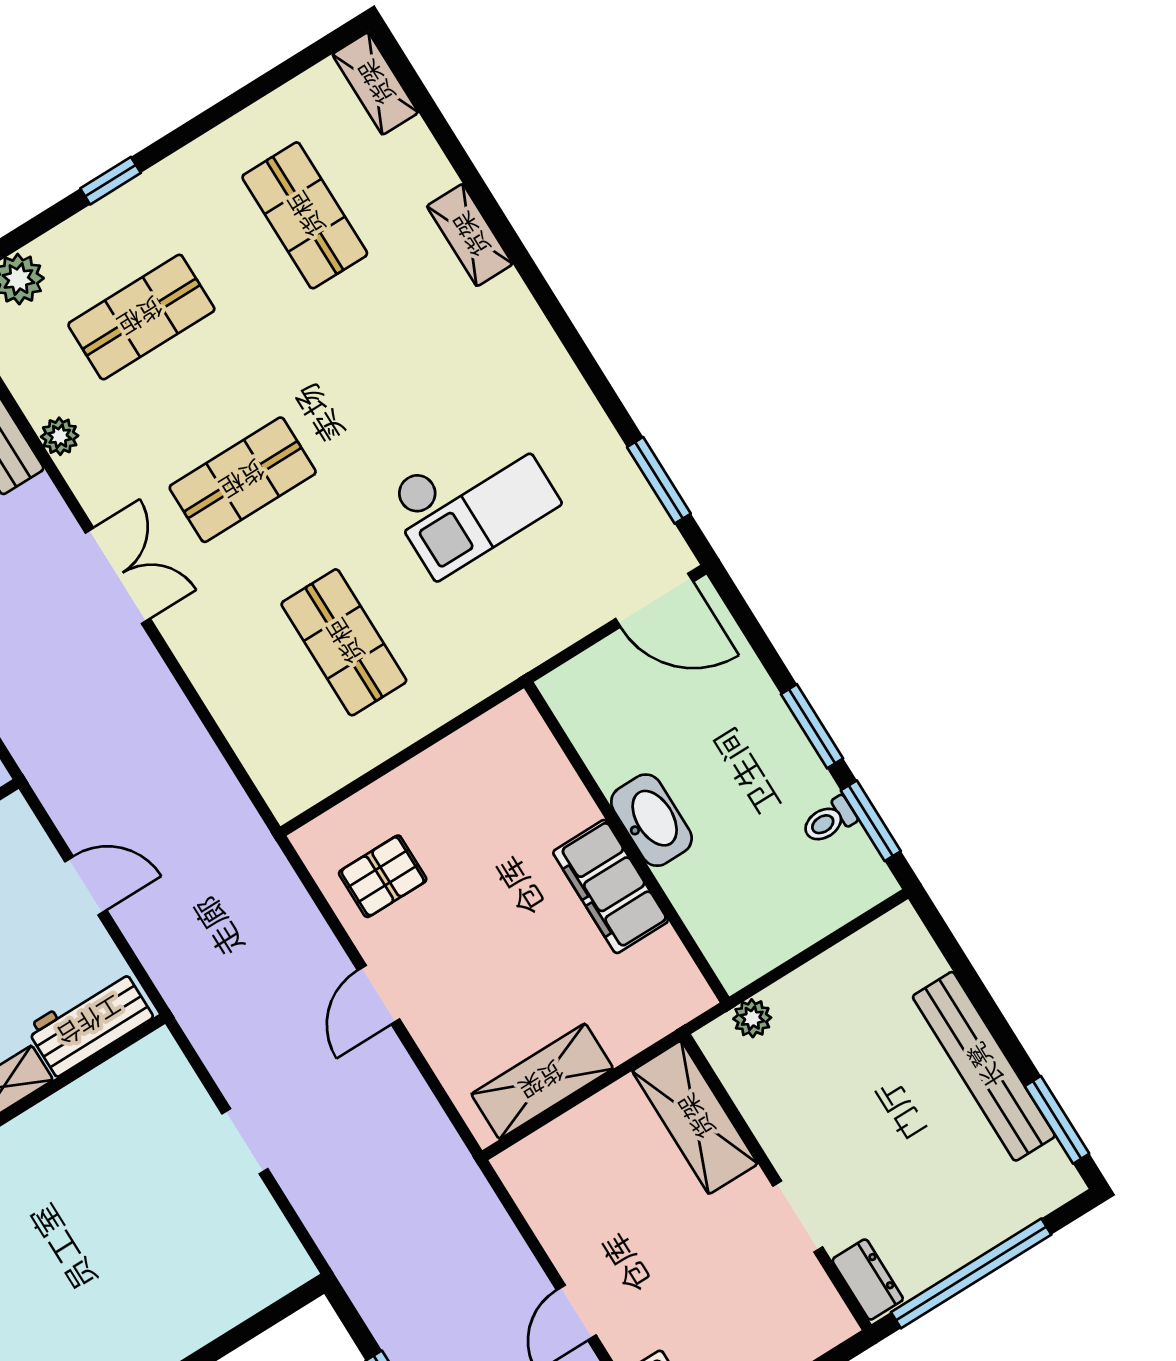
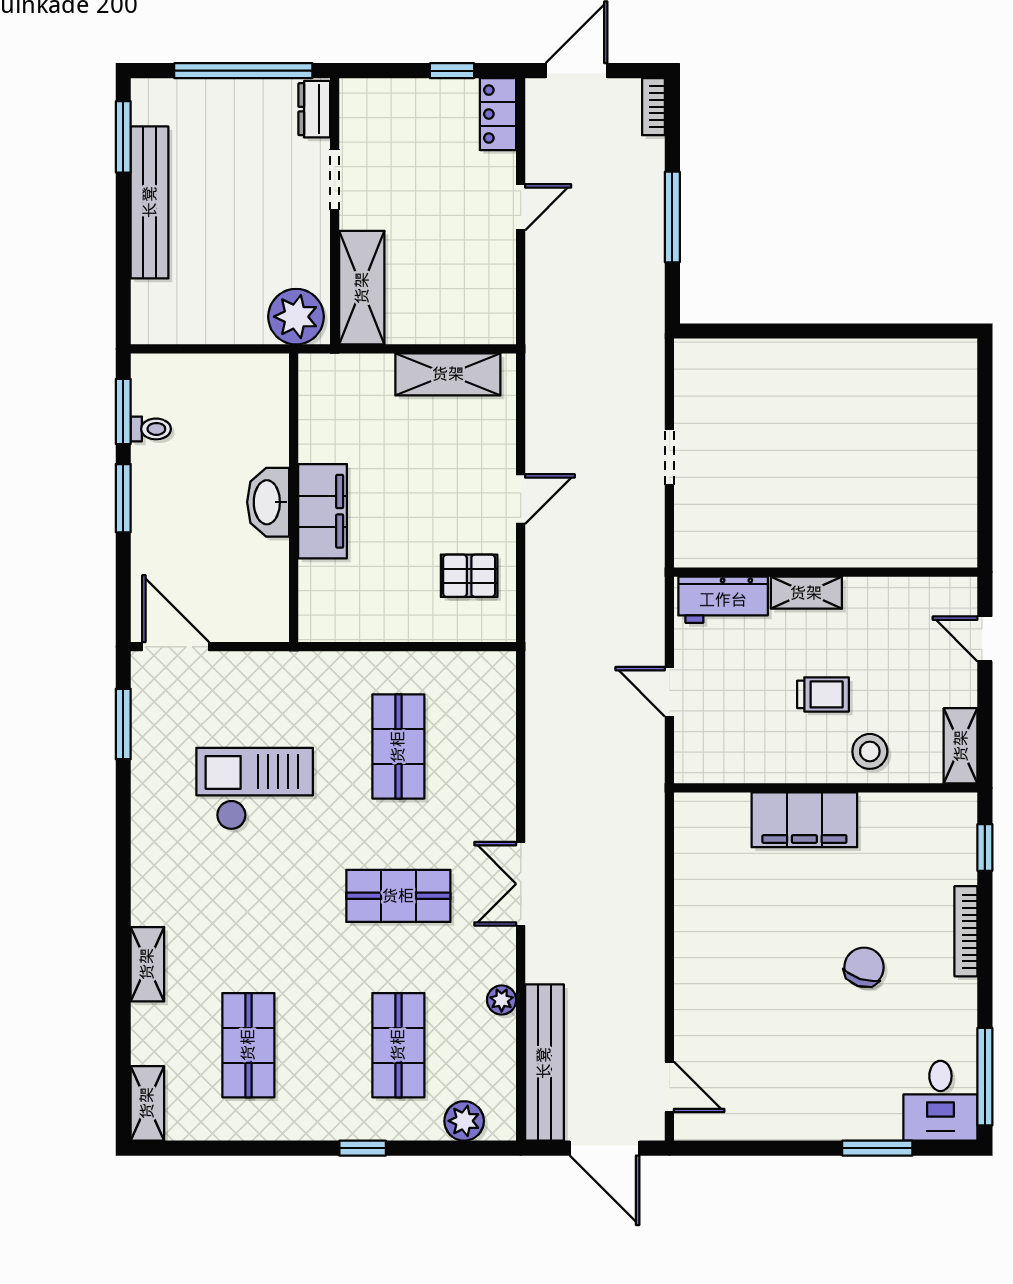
shop shelf: (141, 317) -> (398, 1045), turned 90
filing cabinet: (611, 887) -> (323, 511), moved
plant: (752, 1018) -> (296, 317), width x1.88, depth x1.88

